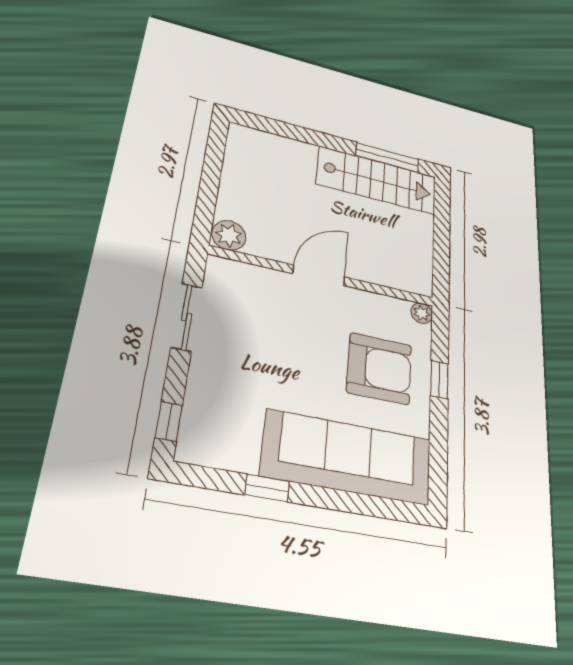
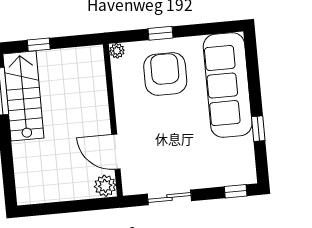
window: (442, 221) -> (39, 45), added
door: (319, 275) -> (116, 152), moved

